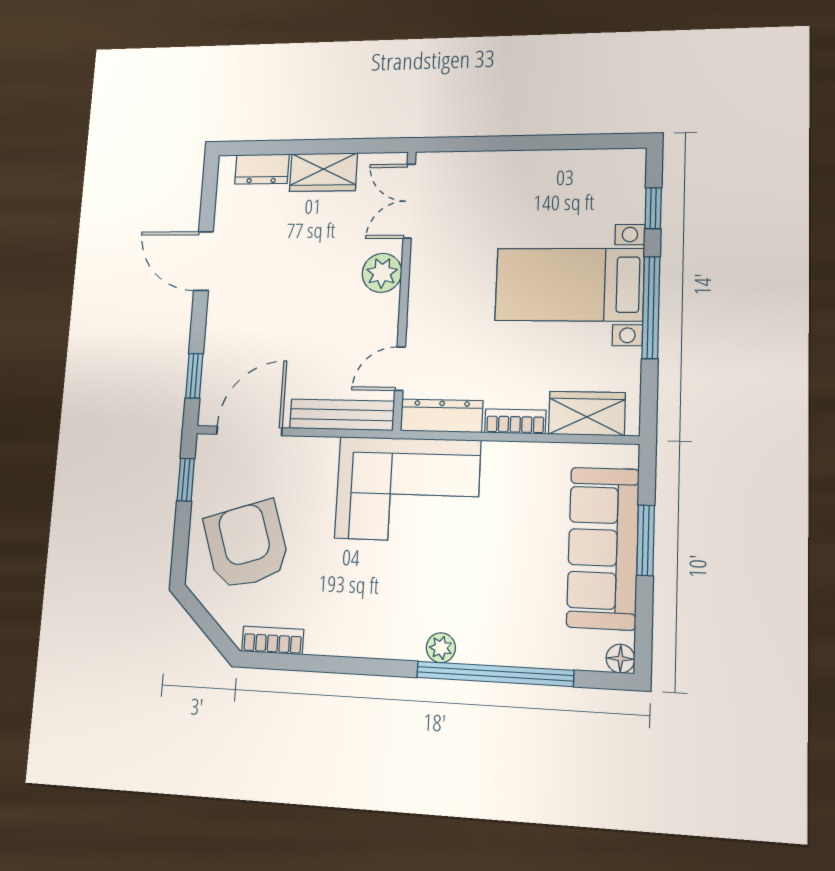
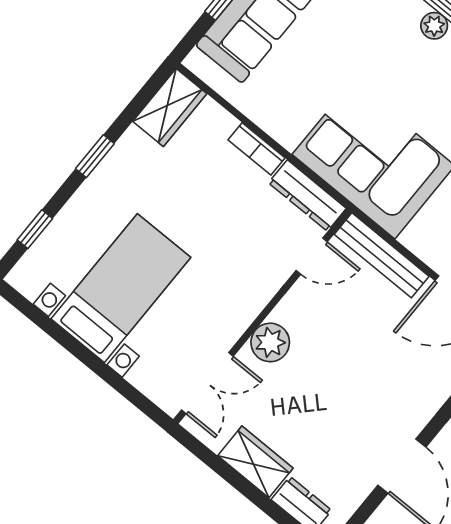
bed with nightstands: (569, 285) -> (121, 288), moved, turned -90
window: (651, 307) -> (95, 156), width x0.46
wardrobe: (587, 414) -> (170, 107), moved, turned -90

